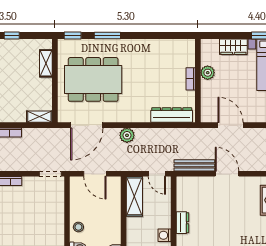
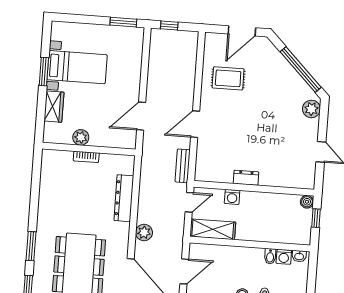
dresser: (172, 115) -> (124, 198), moved
bench: (194, 165) -> (183, 166), width x0.73
washing machine: (164, 235) -> (232, 197), moved

